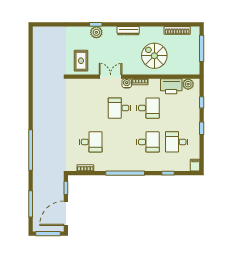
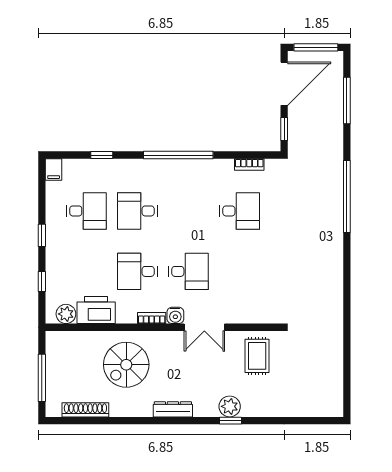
spiral stairs: (154, 56) -> (126, 365), turned 90
desk: (91, 142) -> (240, 211), turned 180

